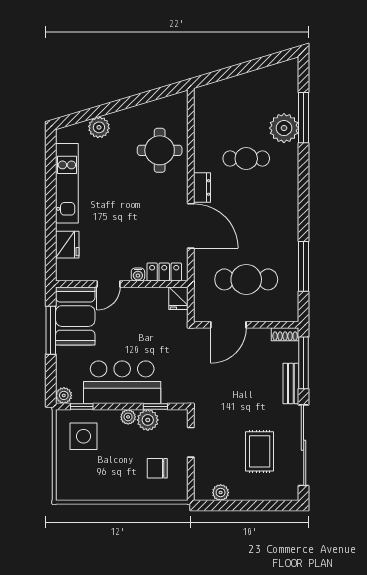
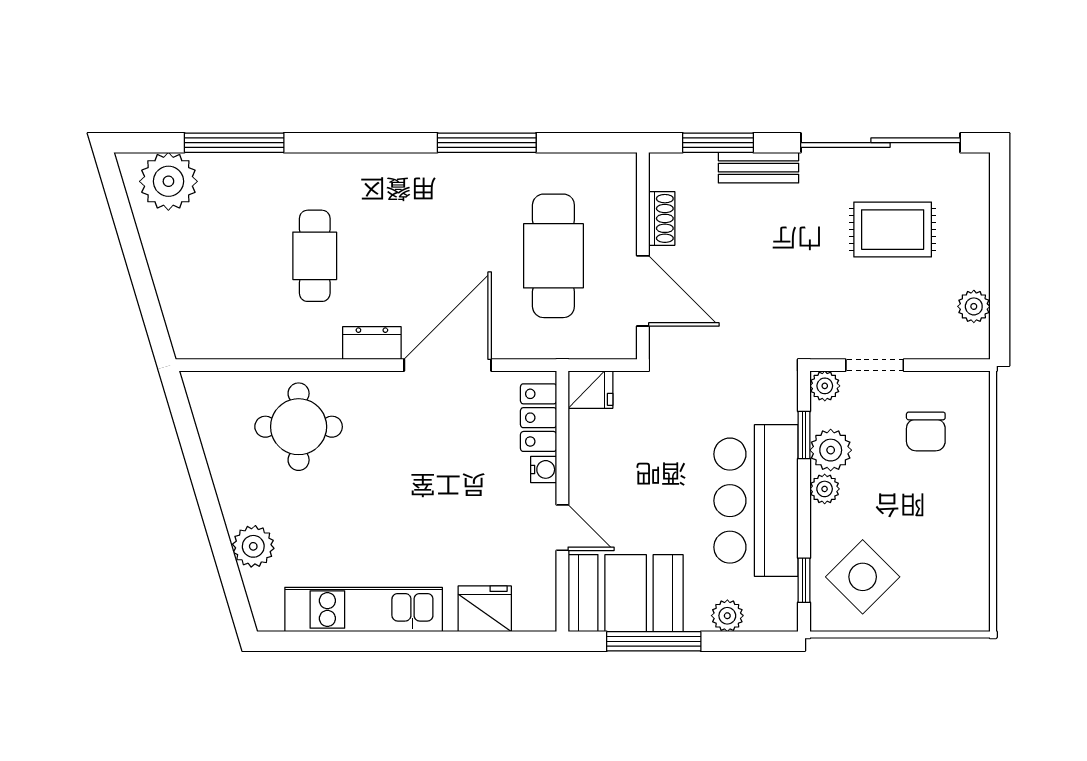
plant: (284, 128) -> (168, 181), moved
window: (304, 266) -> (487, 143), moved
shoe rack: (285, 334) -> (662, 218), moved
window: (304, 363) -> (718, 143), width x0.69
plant: (64, 395) -> (727, 616), moved
plant: (180, 417) -> (825, 386), added
side table: (84, 436) -> (863, 577), turned 45

